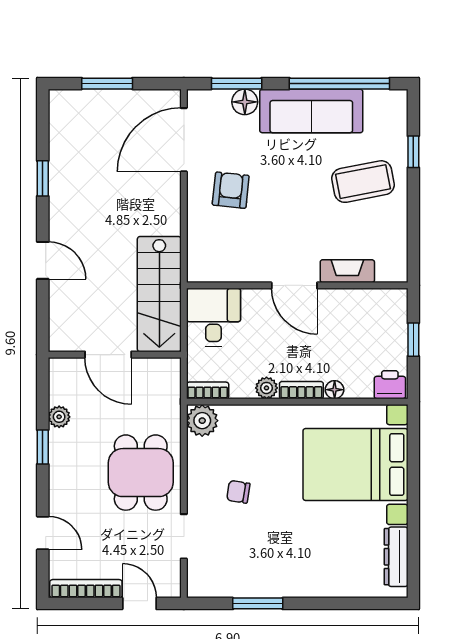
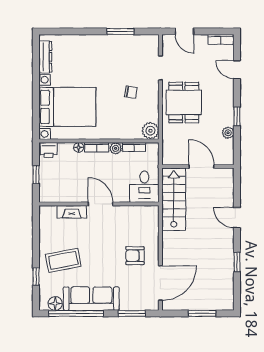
floor lamp: (245, 102) -> (55, 304), moved
armchair: (231, 190) -> (135, 256), turned 84
bookcase: (208, 390) -> (134, 147), moved
bookcase: (86, 589) -> (221, 39), width x0.64

